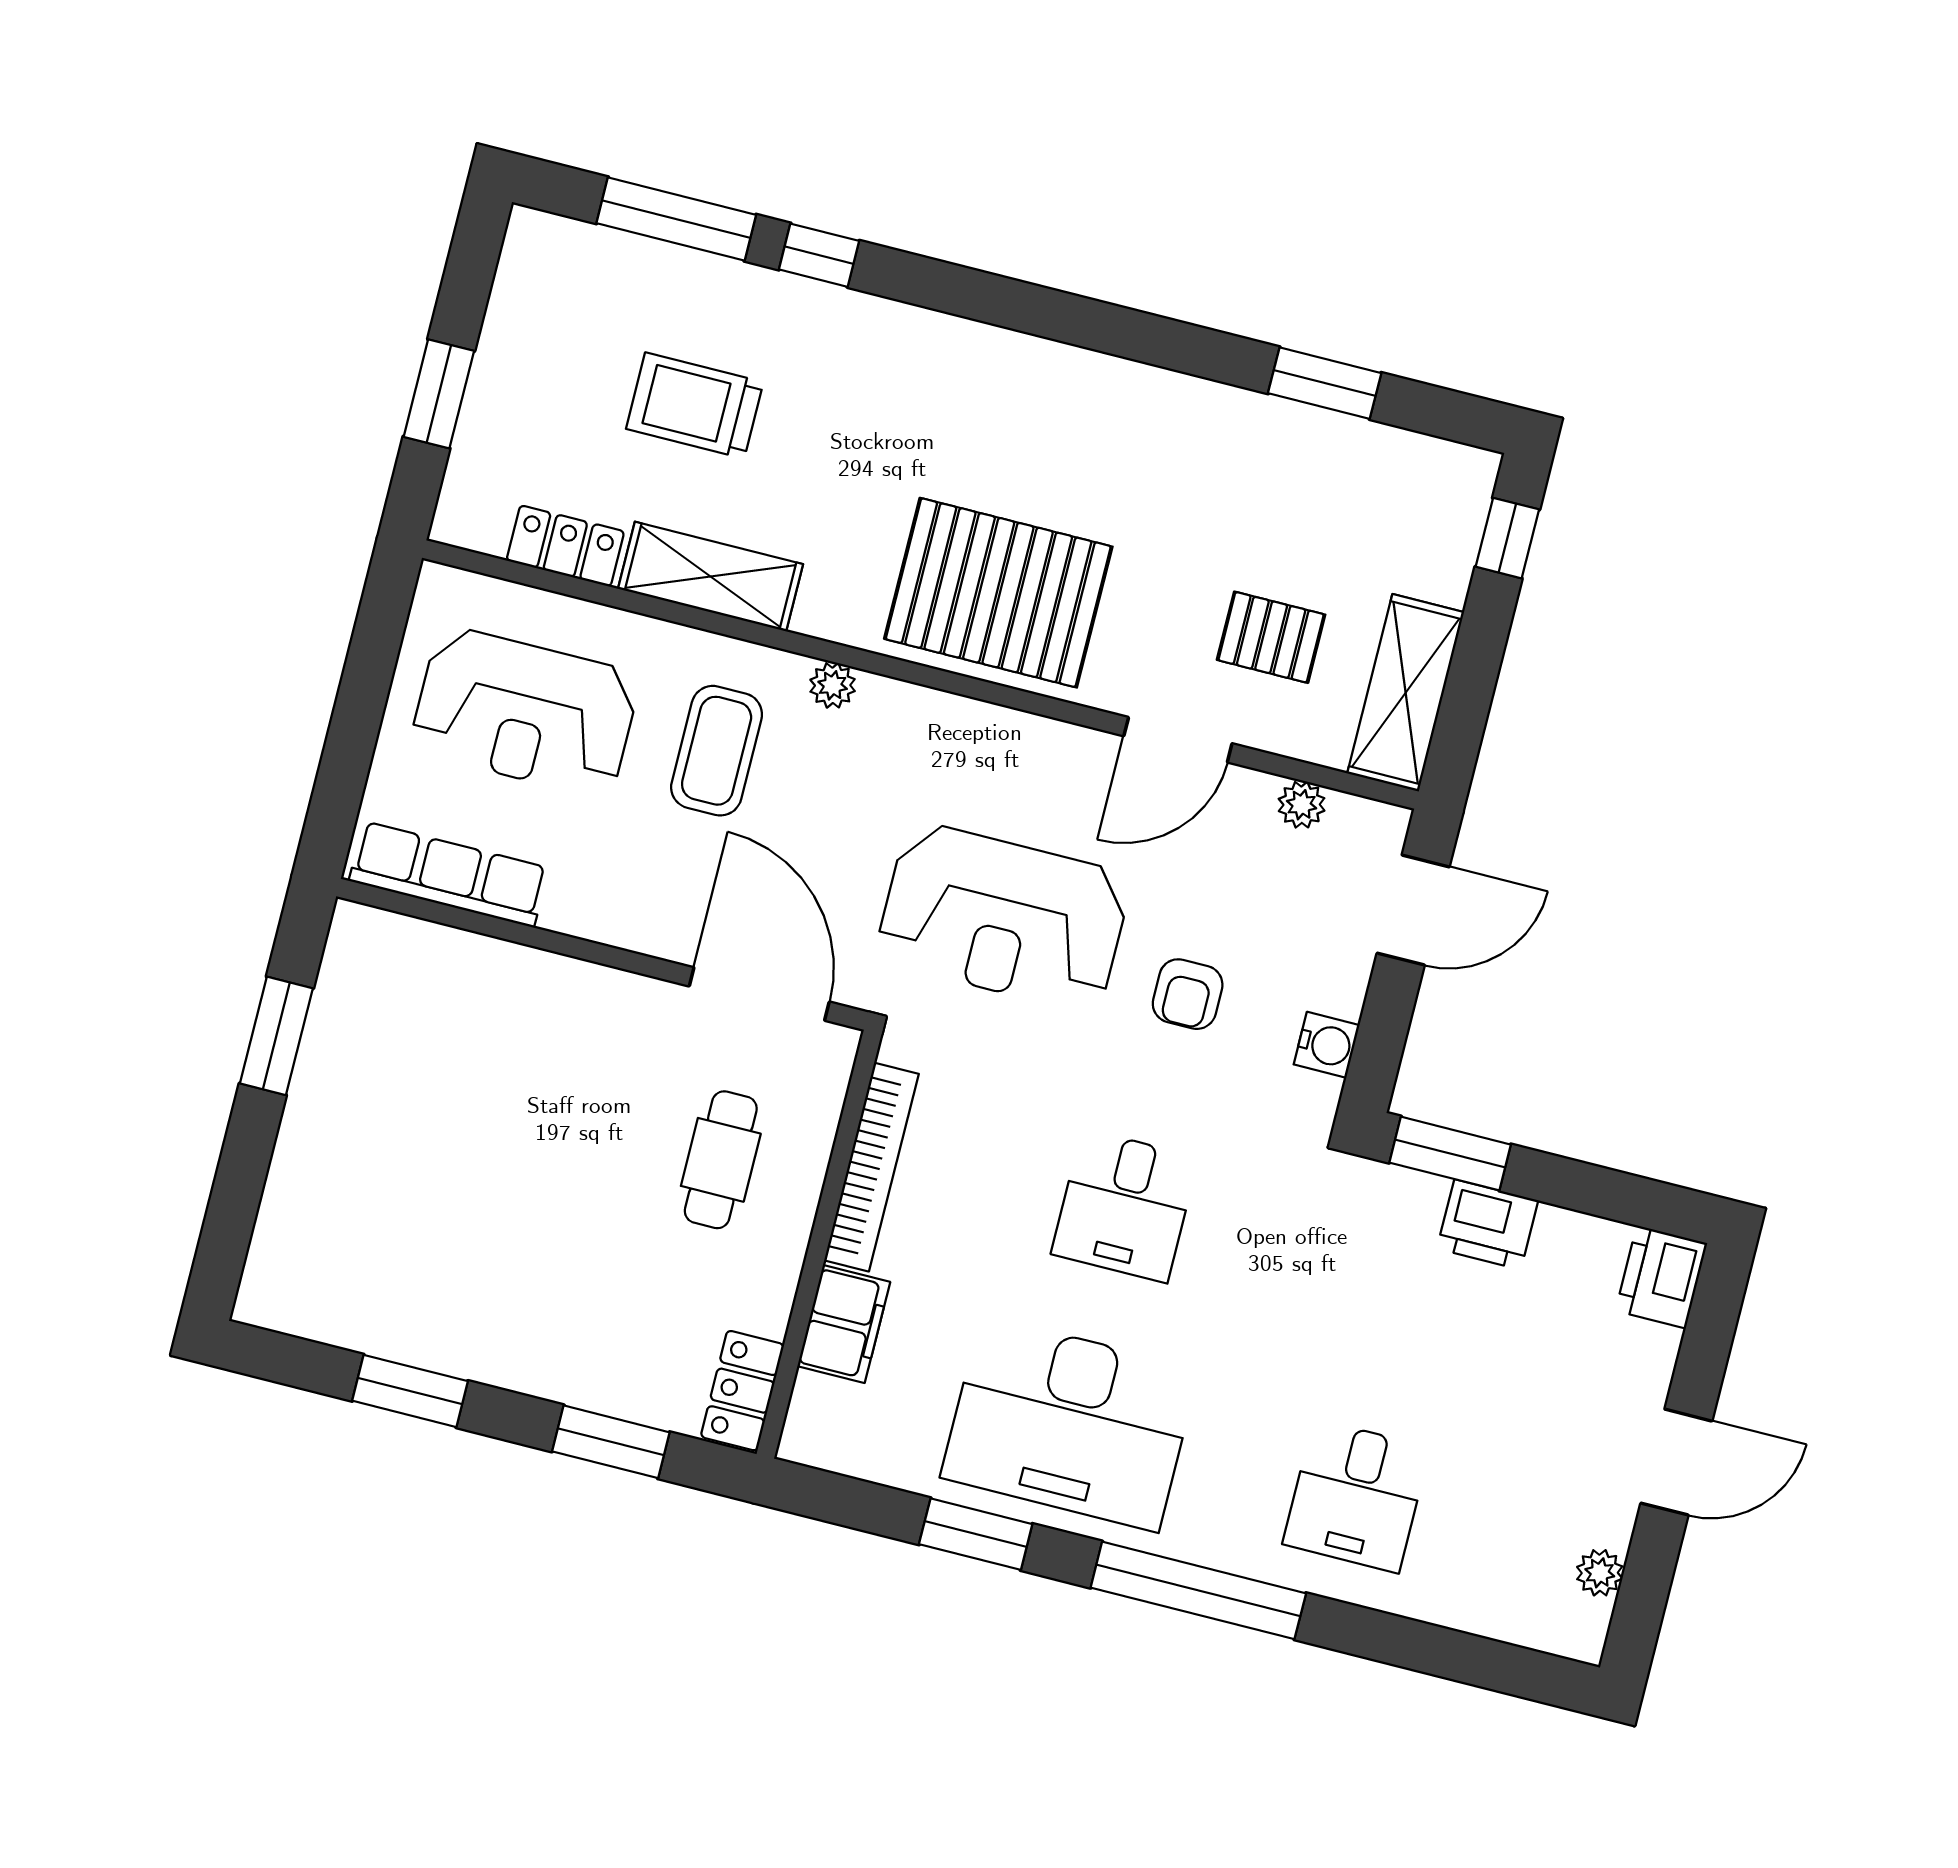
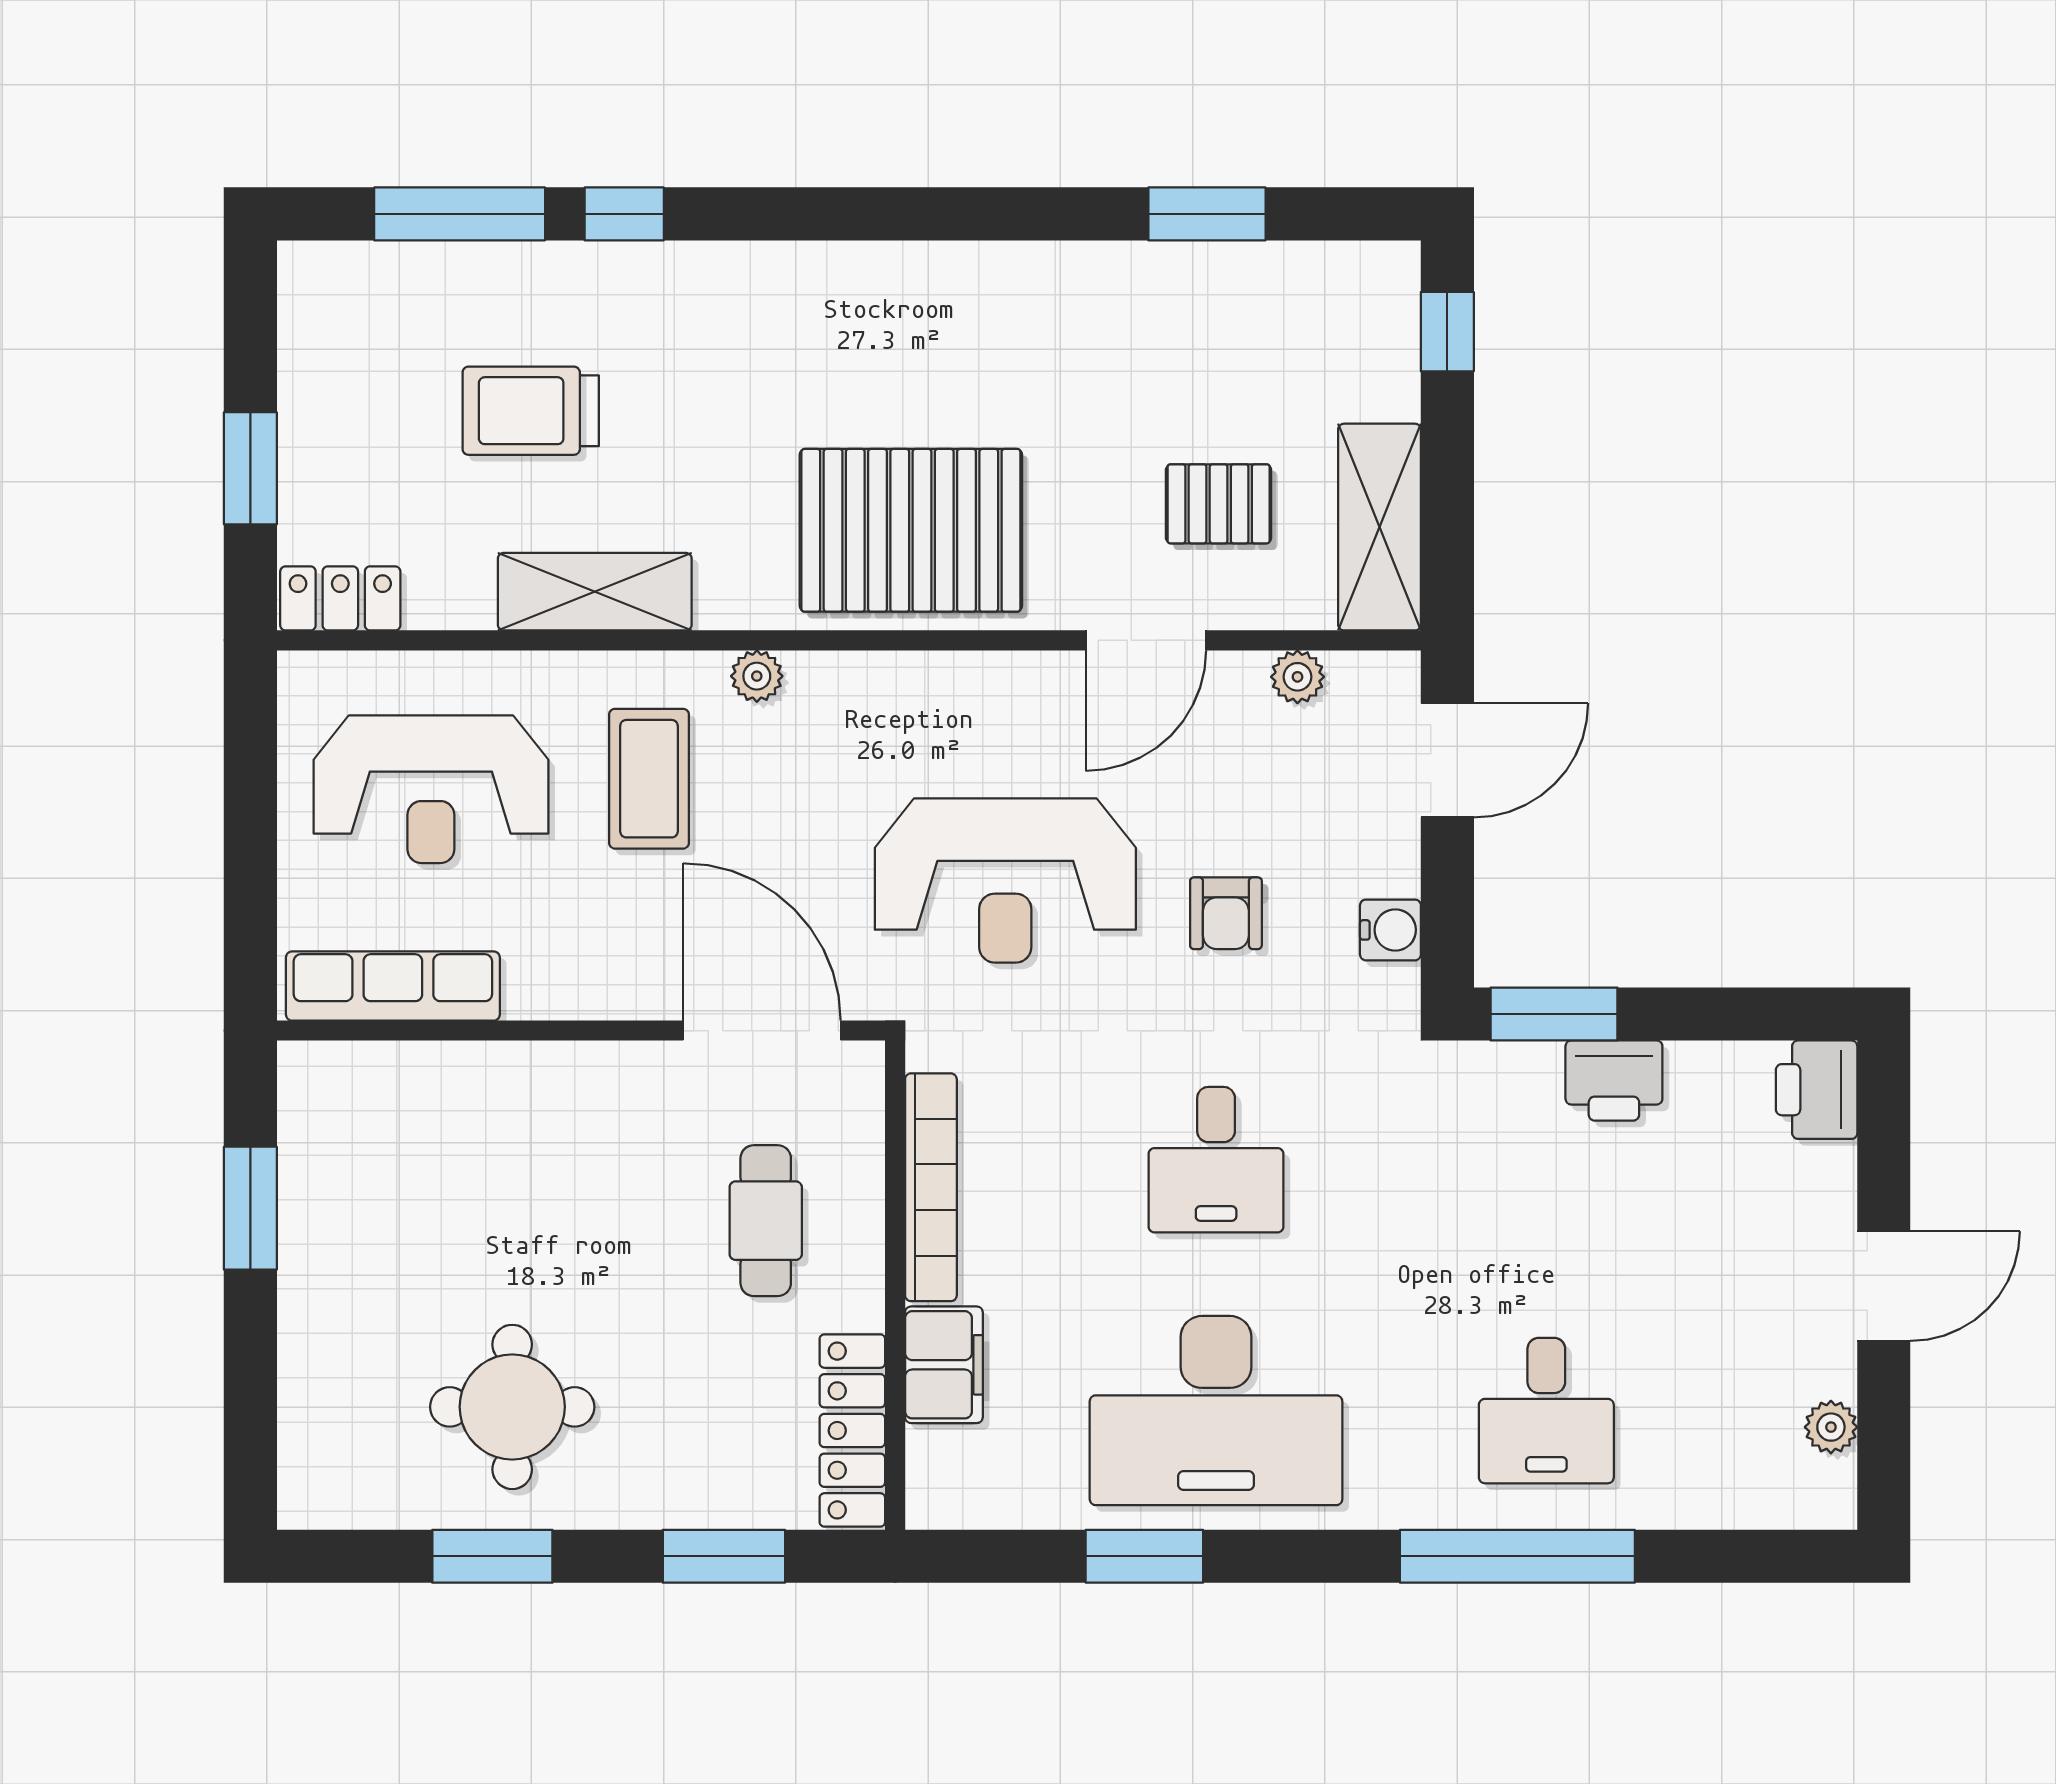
locker: (565, 546) -> (340, 598), moved
round table: (460, 1266) -> (512, 1407), added
locker: (742, 1391) -> (852, 1431), width x1.53
window: (1198, 1590) -> (1517, 1556), moved

